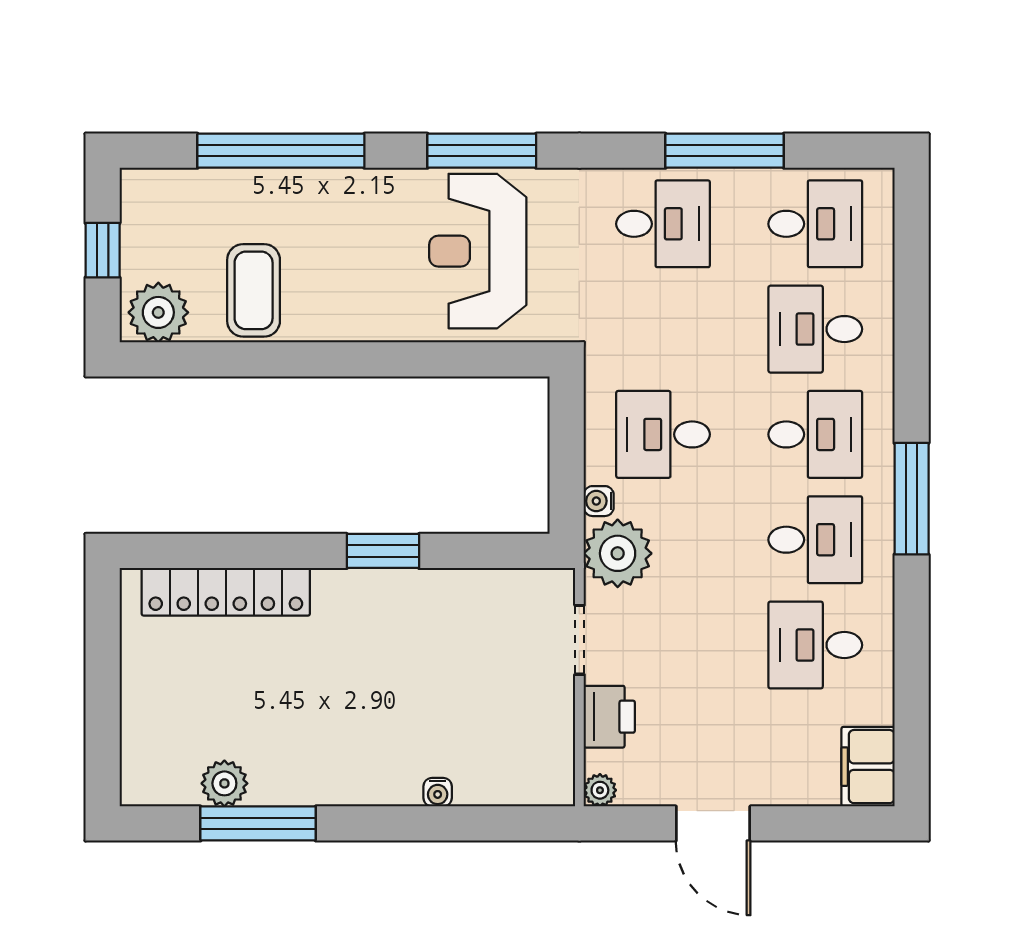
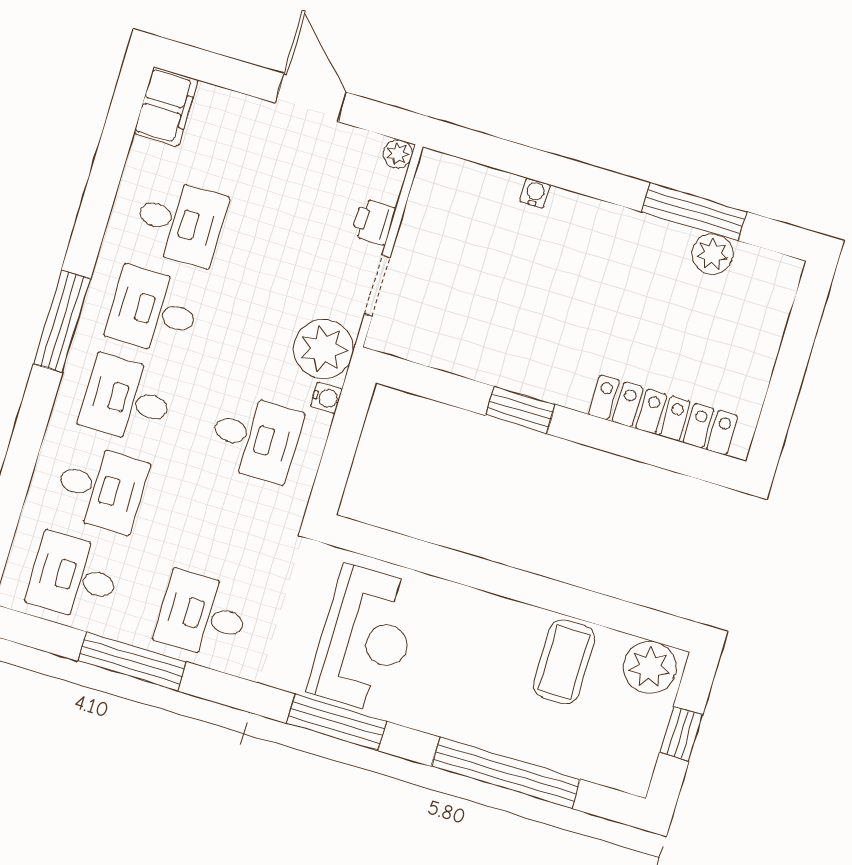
printer: (609, 717) -> (374, 222), width x0.73, depth x0.81

